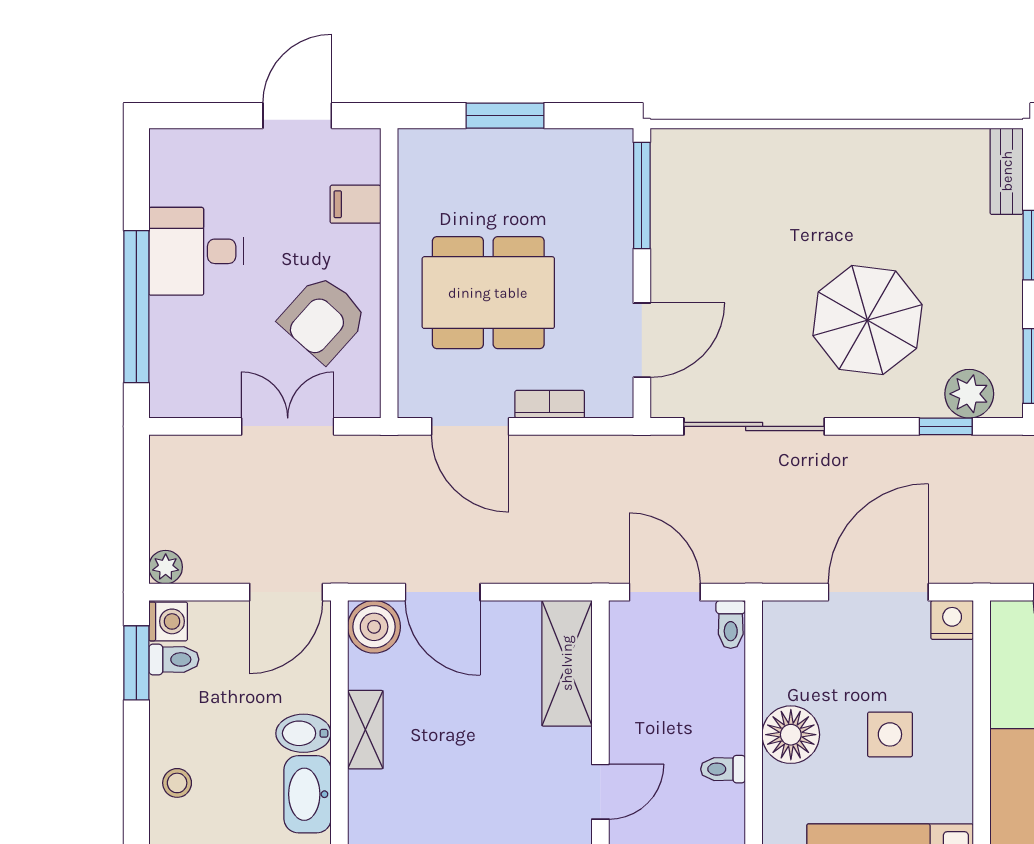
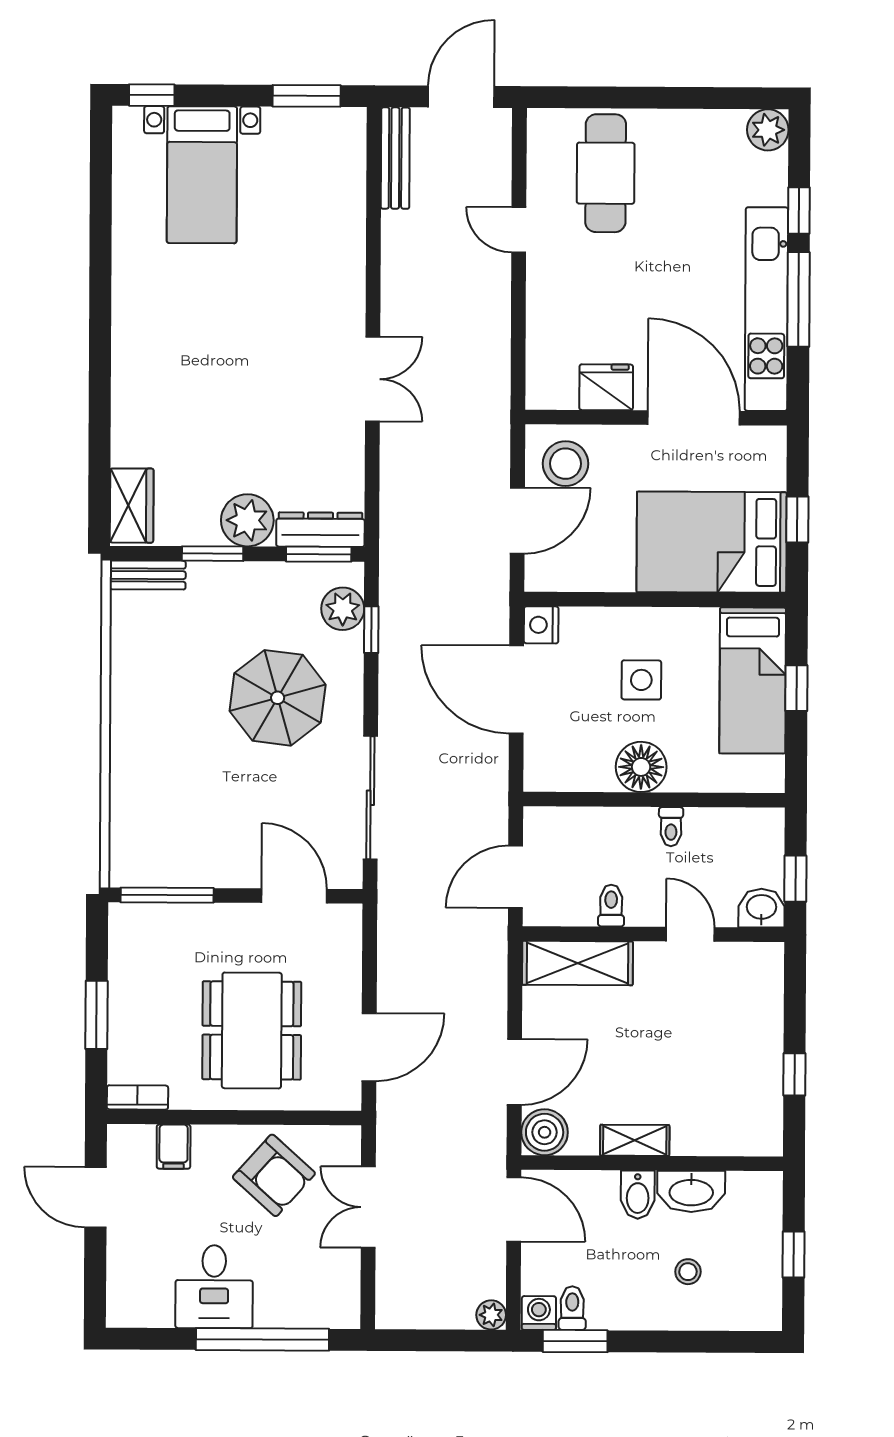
bookcase: (550, 404) -> (137, 1097), moved, turned 90
toilet: (731, 624) -> (611, 906), moved, turned -90
stool: (177, 783) -> (688, 1272), moved

